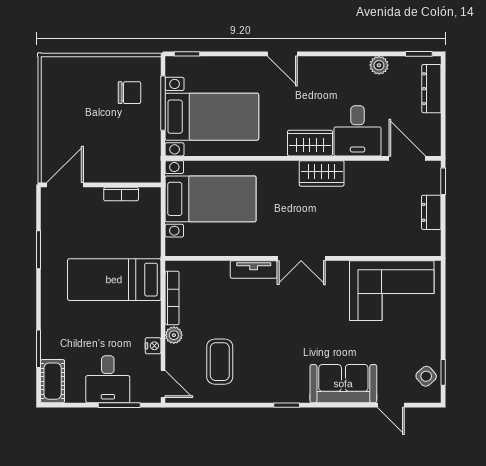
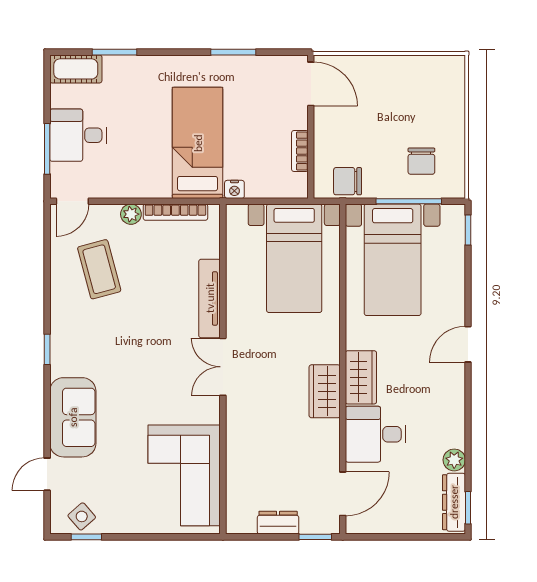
dresser: (431, 89) -> (454, 502), moved, turned -90
chair: (146, 154) -> (348, 181), added
tv unit: (254, 269) -> (210, 298), width x1.41
nightstand: (153, 346) -> (234, 189), moved
coffee table: (220, 362) -> (99, 269), turned 75

